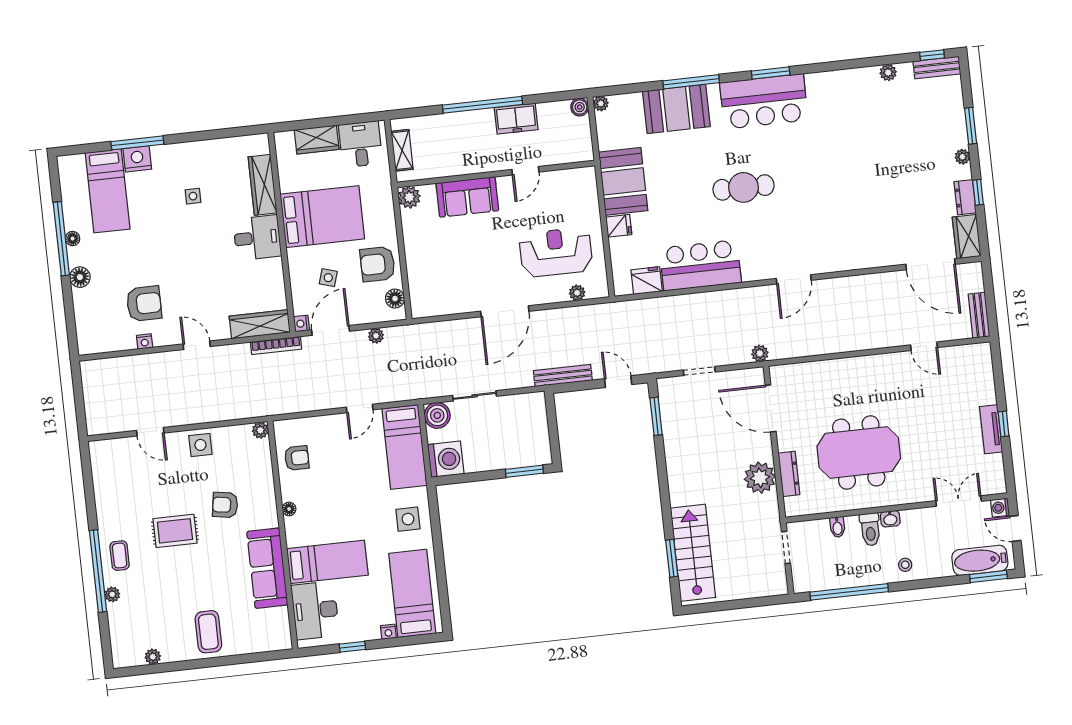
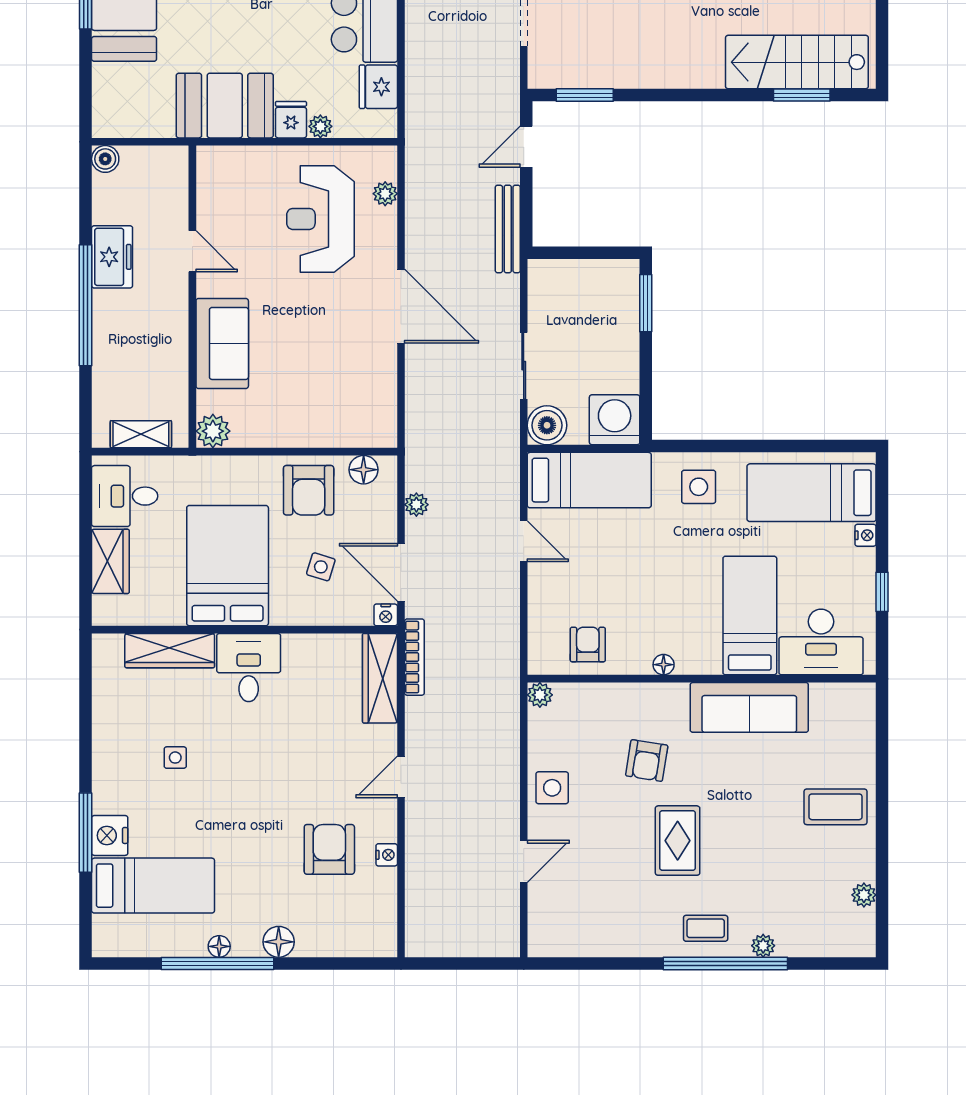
plant: (601, 103) -> (320, 126), moved

